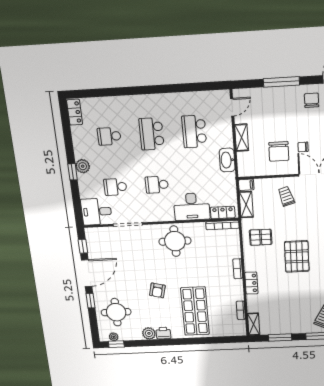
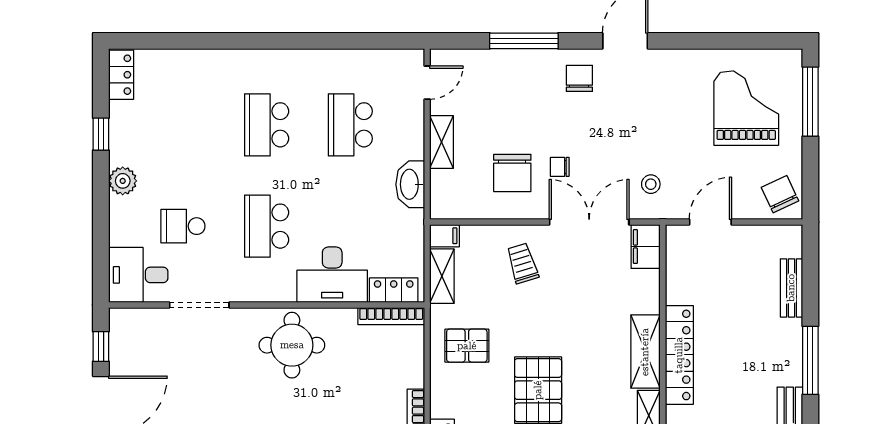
school desk: (109, 136) -> (183, 125), removed
window: (73, 172) -> (101, 134), moved
school desk: (157, 185) -> (267, 226), width x1.85

